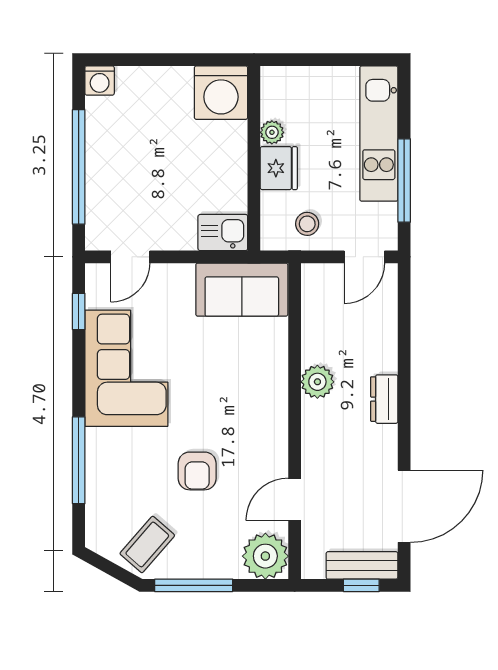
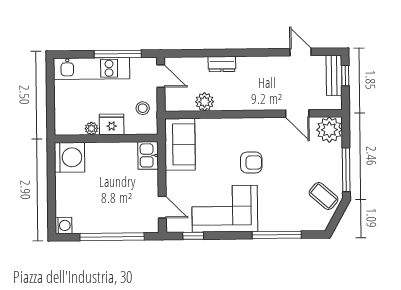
plant: (317, 382) -> (205, 102), moved
dresser: (384, 399) -> (222, 64), moved
armchair: (197, 471) -> (251, 163), moved
door: (404, 506) -> (301, 52), width x0.53

